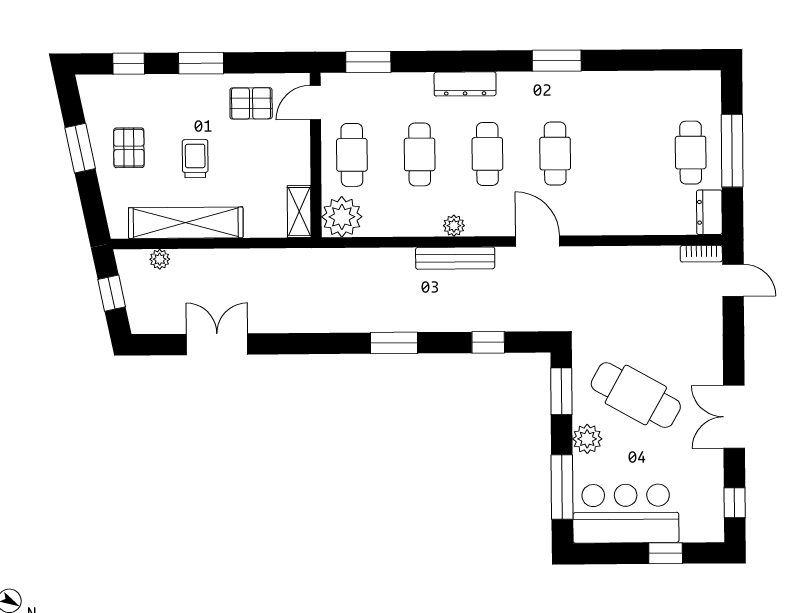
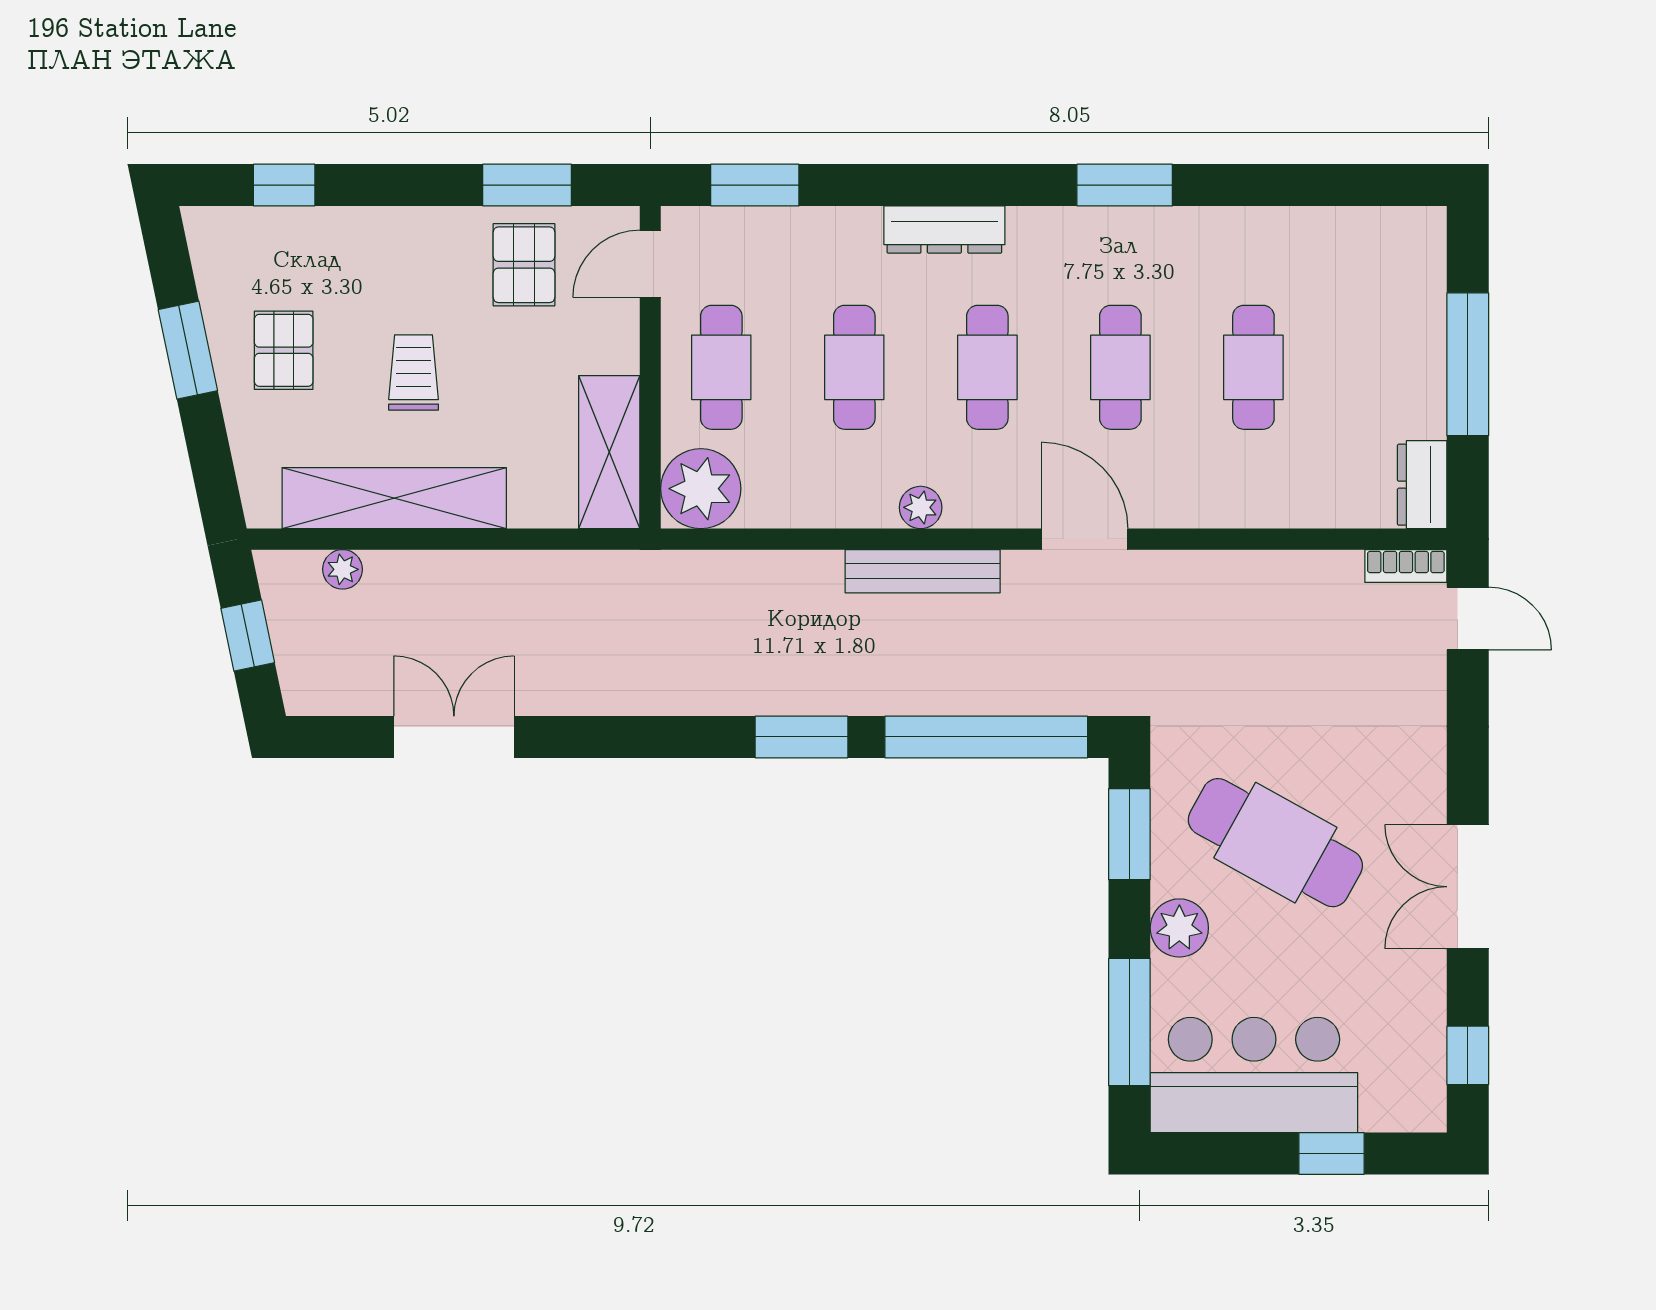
window: (201, 63) -> (527, 185), moved
pallet: (251, 103) -> (524, 265), turned 90
cafe table: (691, 153) -> (1253, 367), moved
shelving: (299, 212) -> (609, 452), width x1.50, depth x1.33
window: (488, 342) -> (986, 737), width x3.17

